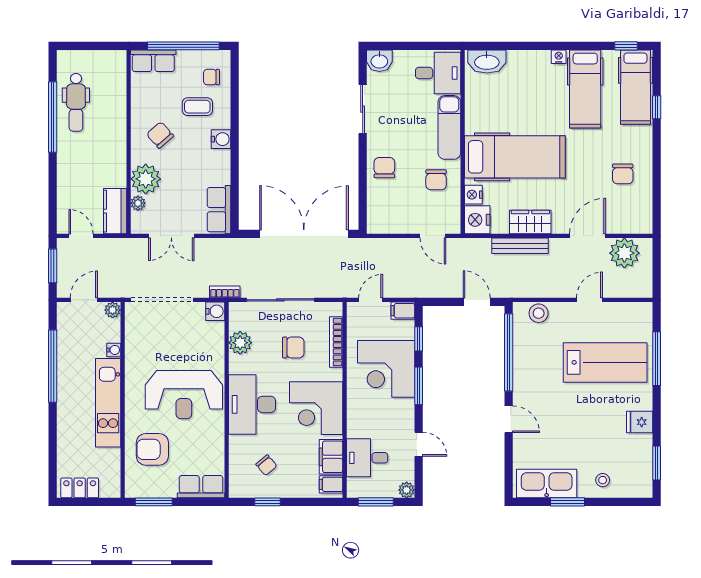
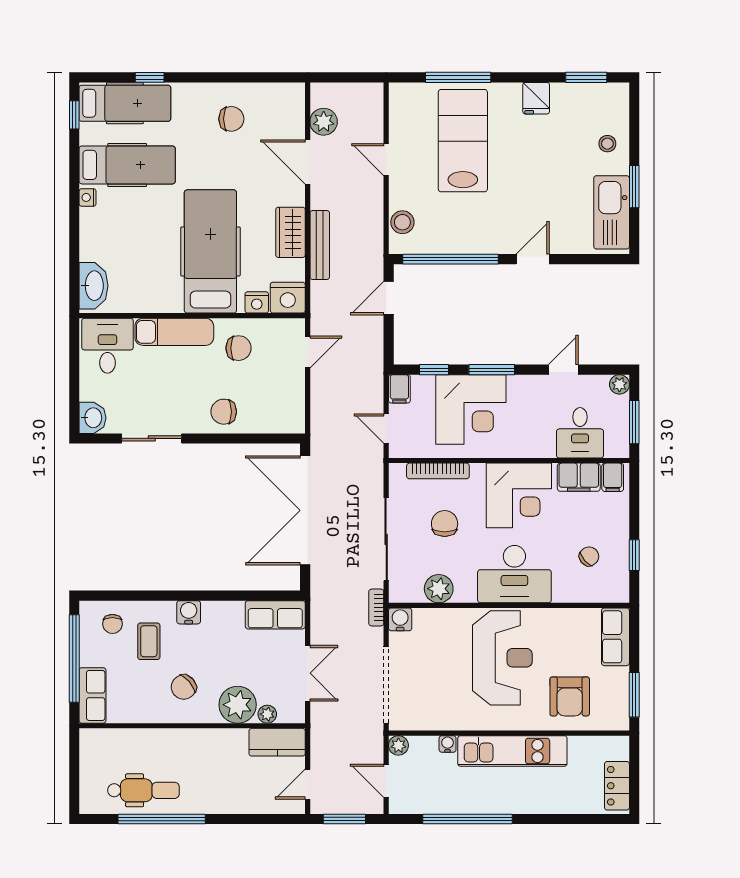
plant: (624, 253) -> (324, 122), width x0.73, depth x0.73

